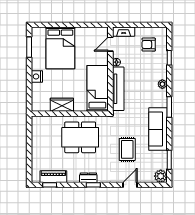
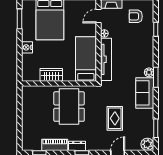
plant: (162, 84) -> (149, 72), moved
sofa: (158, 129) -> (145, 93), width x0.73
dining table: (80, 137) -> (69, 107), turned 90
piano: (53, 177) -> (55, 145), moved

